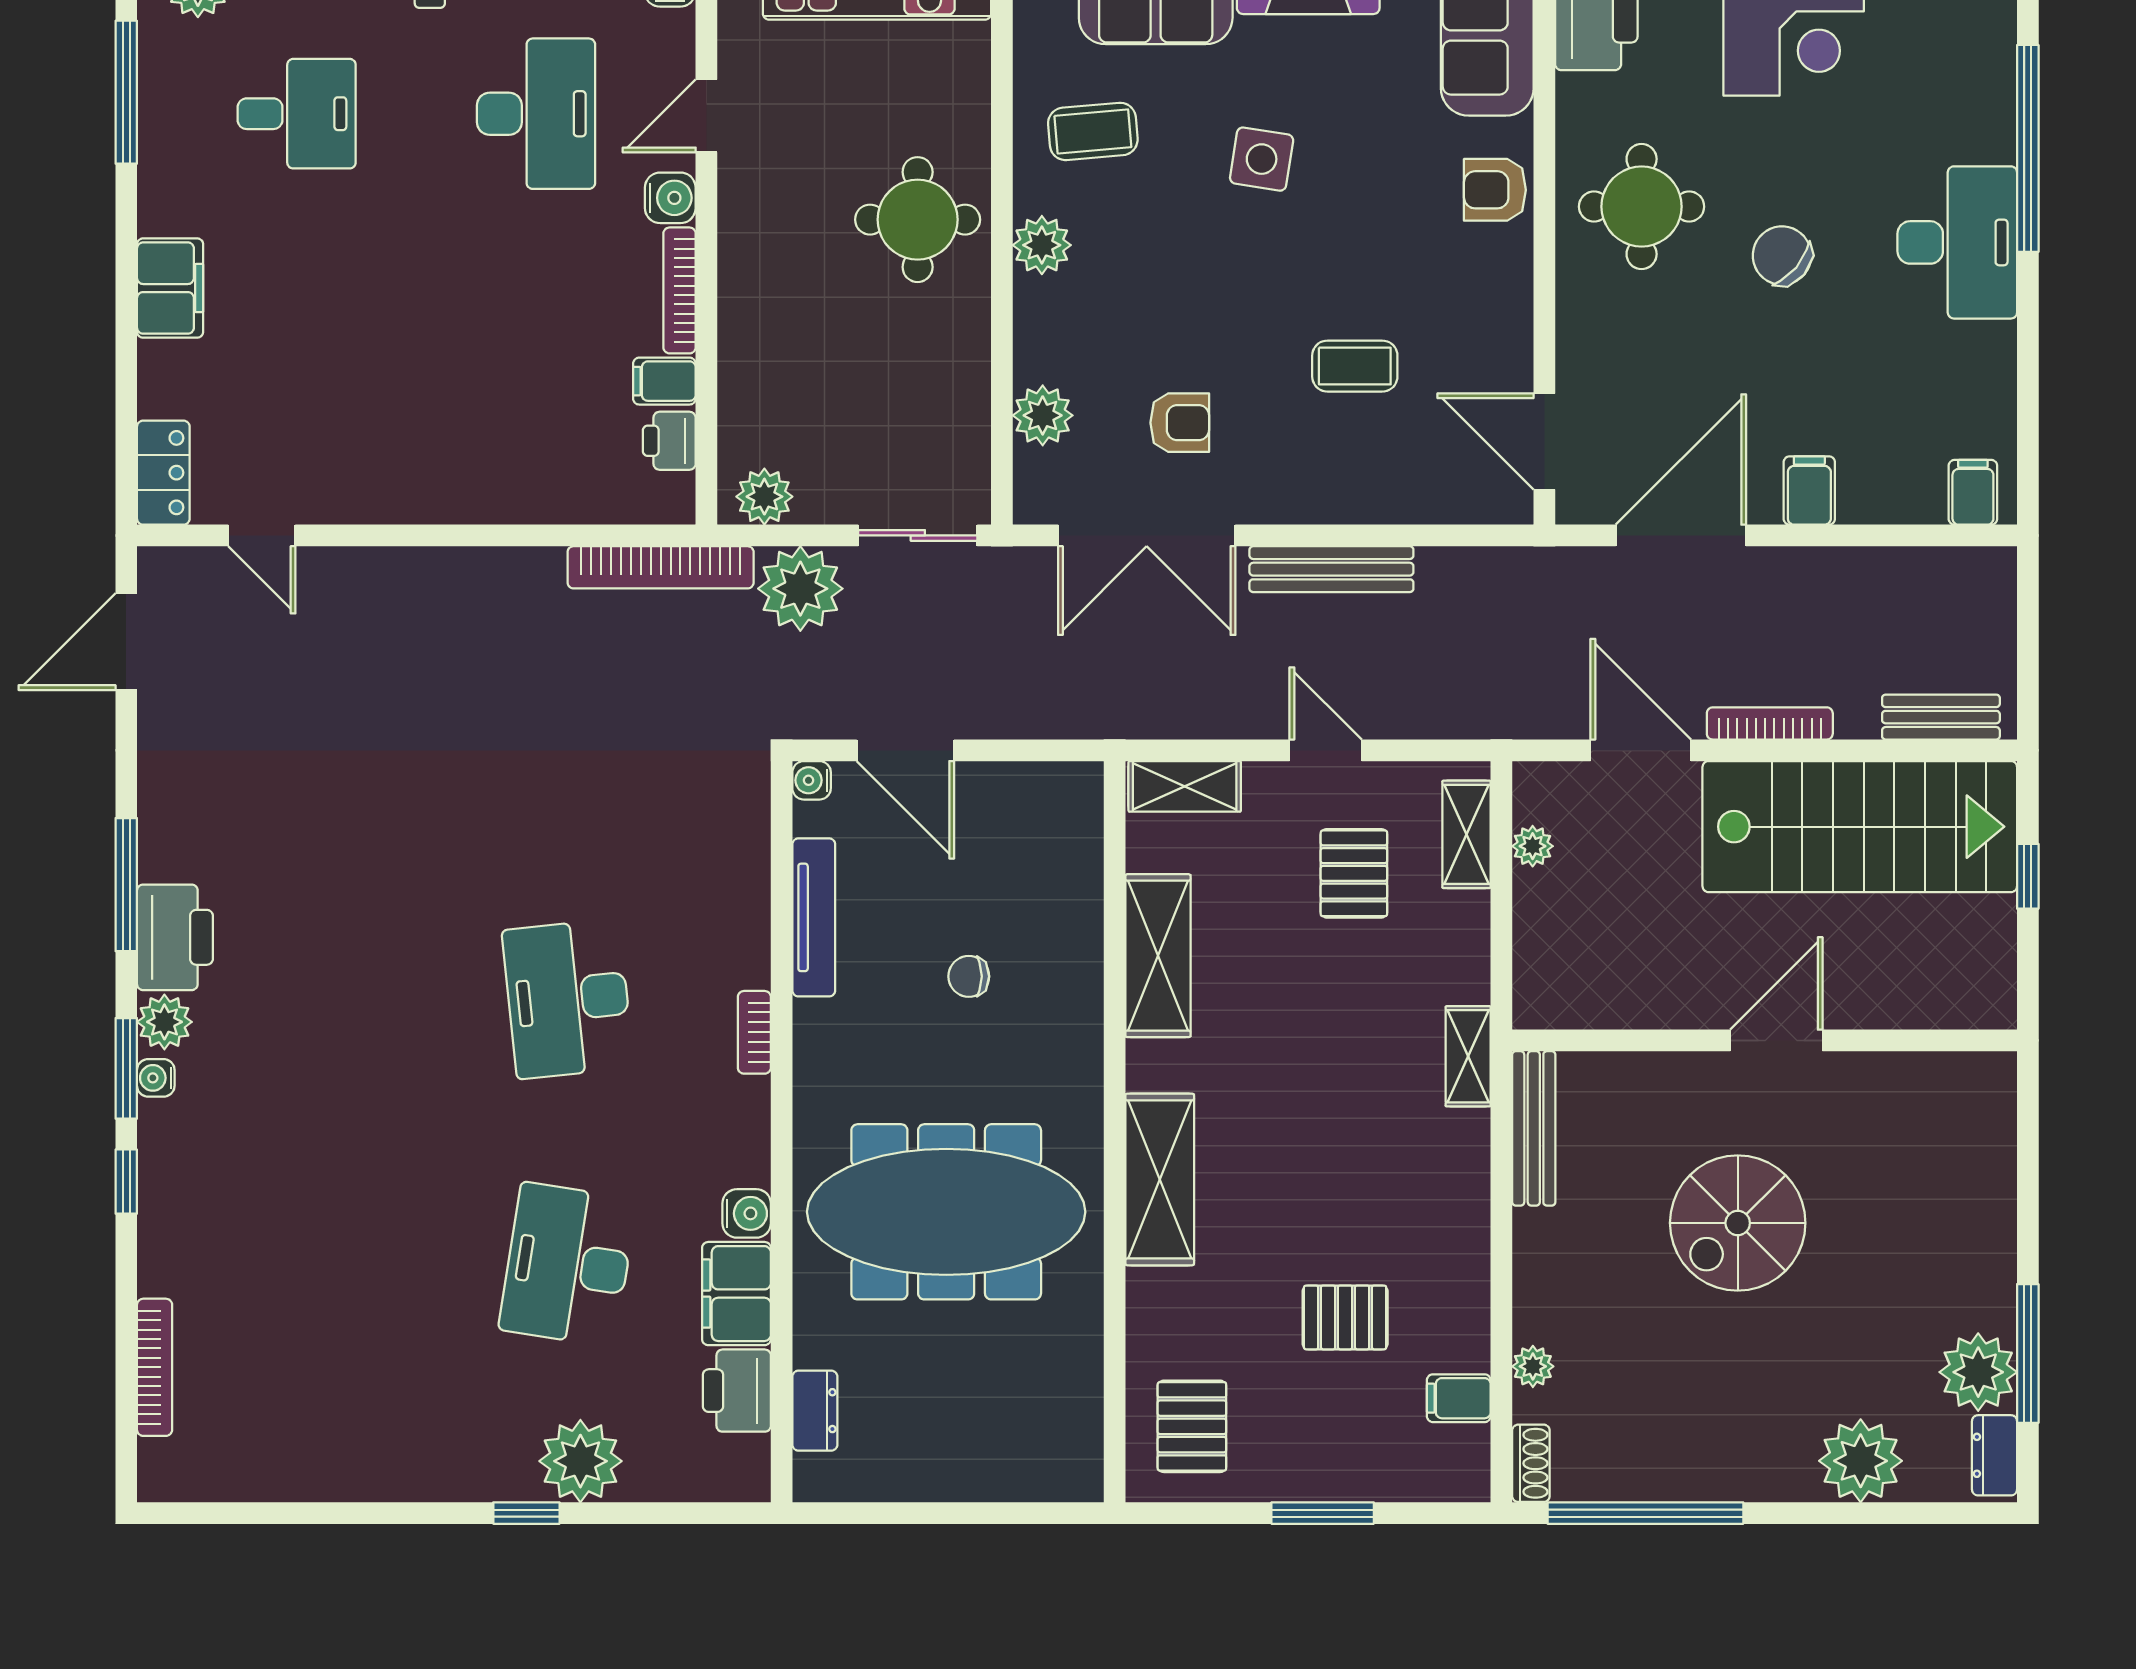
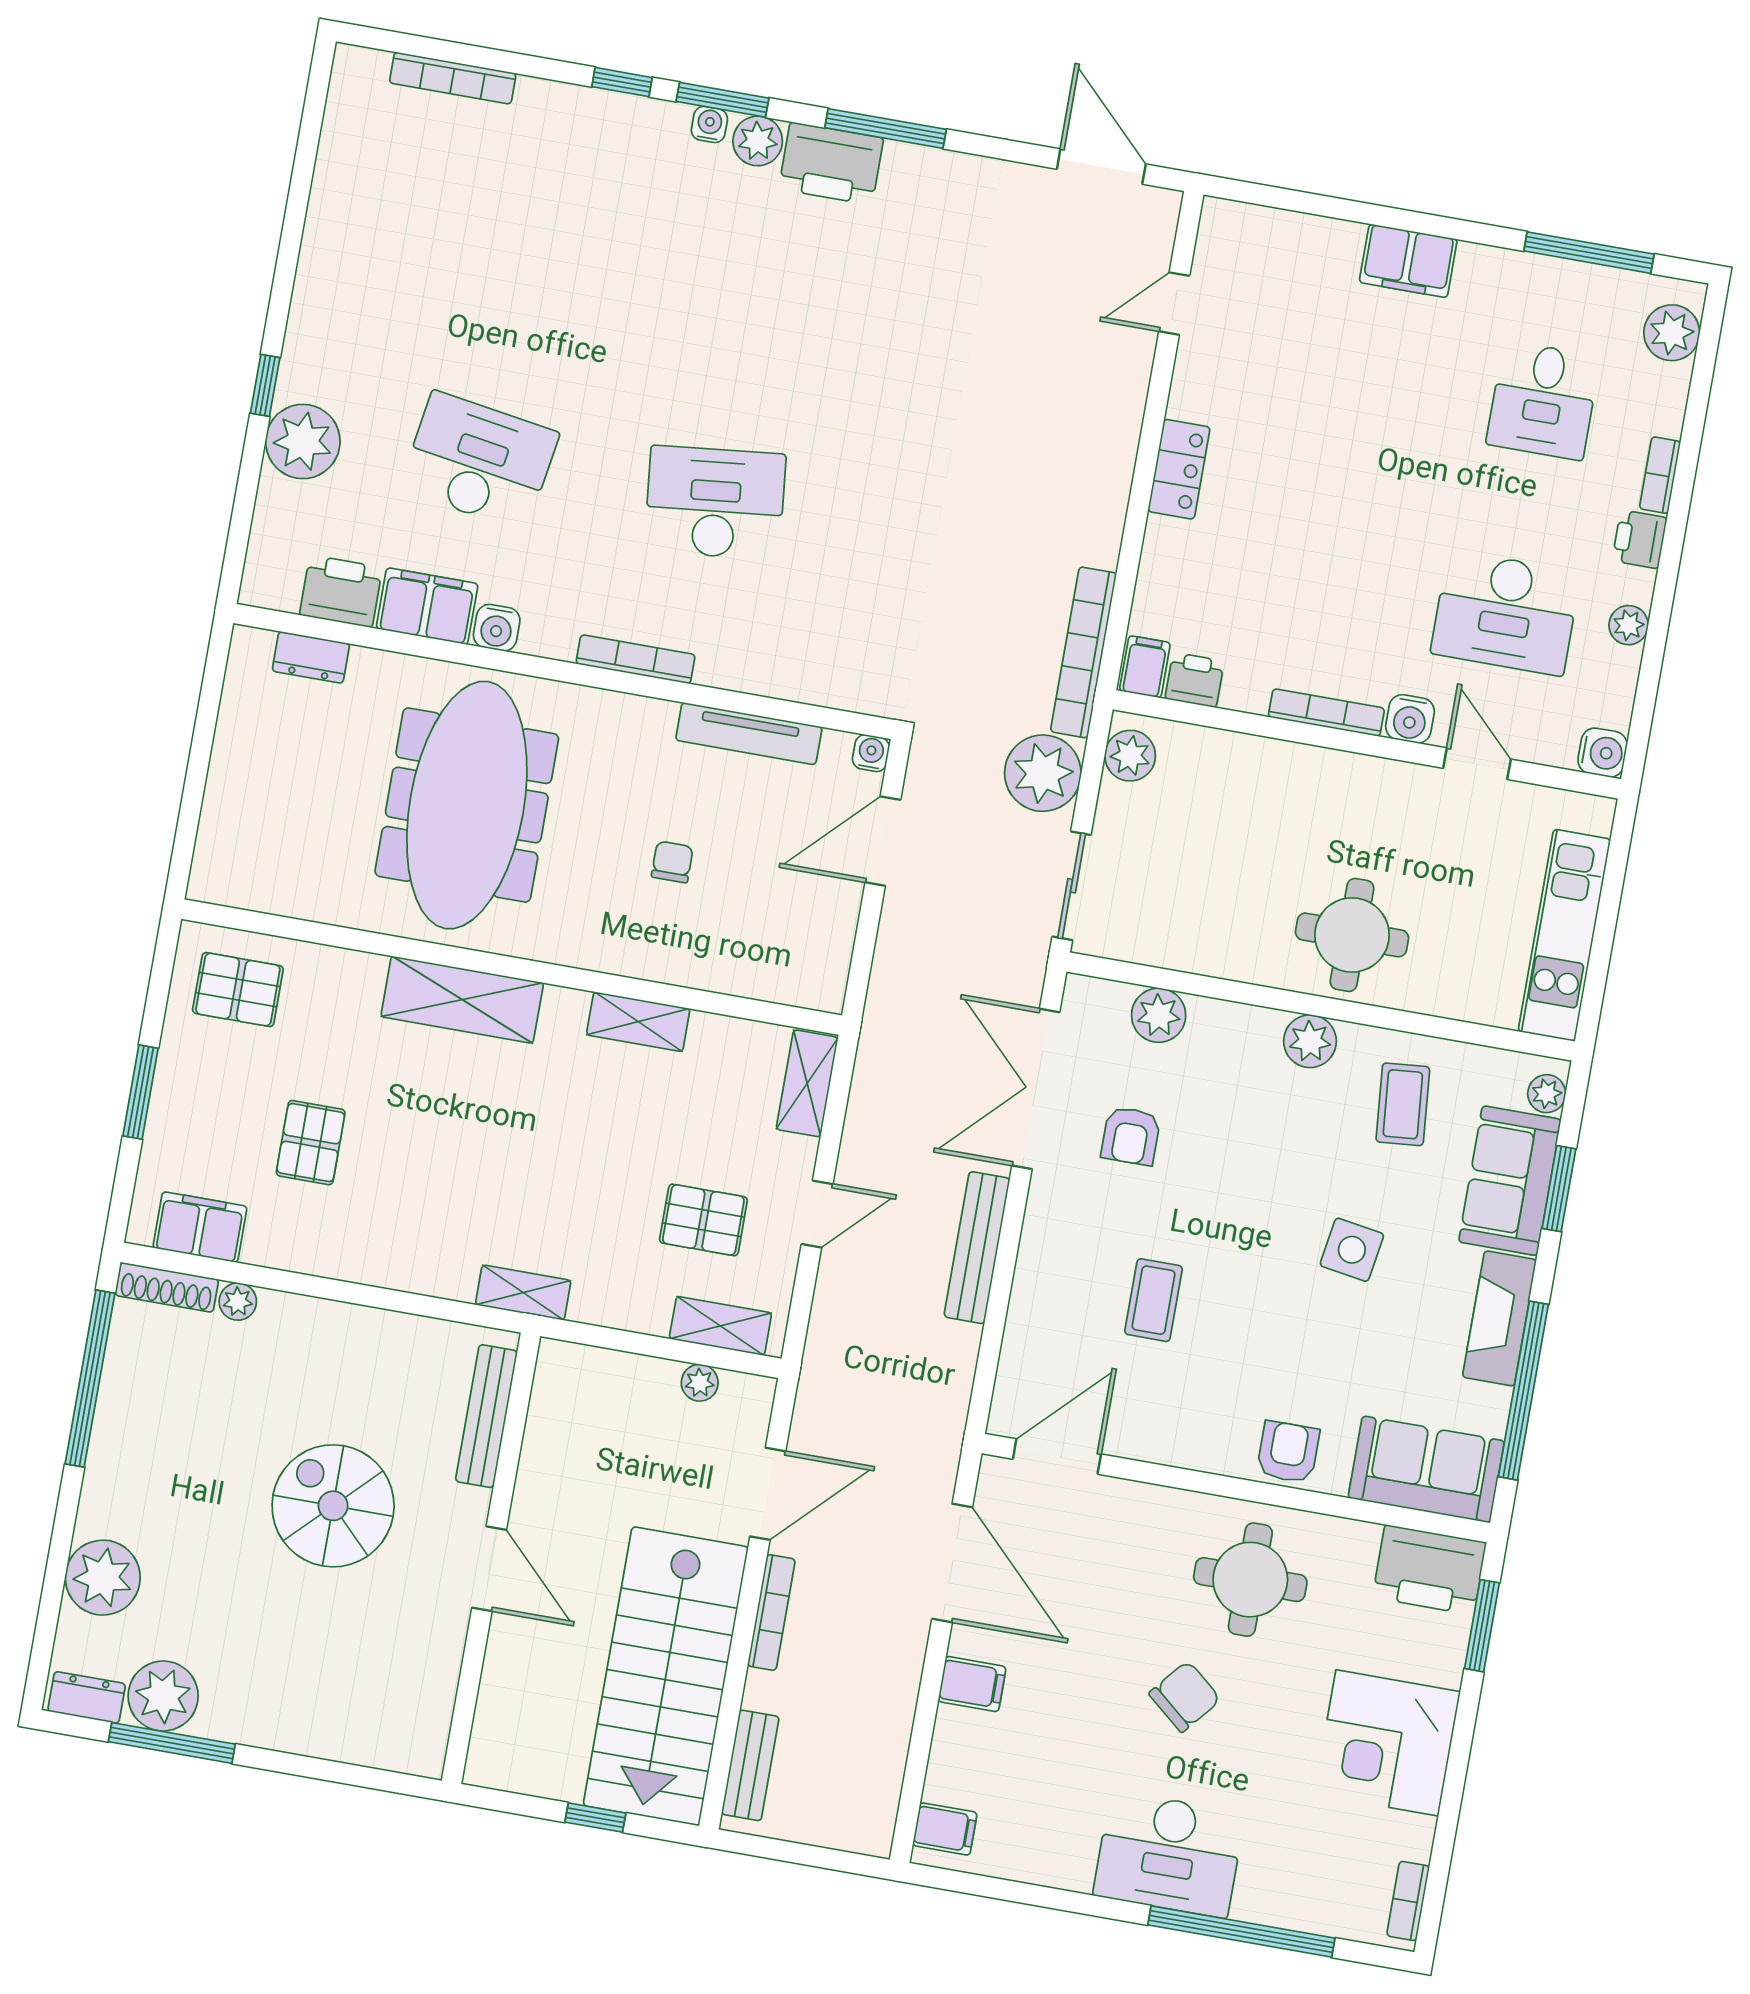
filing cabinet: (664, 381) -> (1145, 667), moved
locker: (163, 473) -> (1179, 469), moved, turned -90
shelving: (1158, 956) -> (638, 1022), width x0.67, depth x0.75
bookcase: (754, 1032) -> (636, 659), width x1.56
bench: (1534, 1128) -> (486, 1416), moved, turned 90
filing cabinet: (1459, 1398) -> (200, 1227), width x2.00
shoe rack: (1531, 1463) -> (167, 1287), width x1.43

